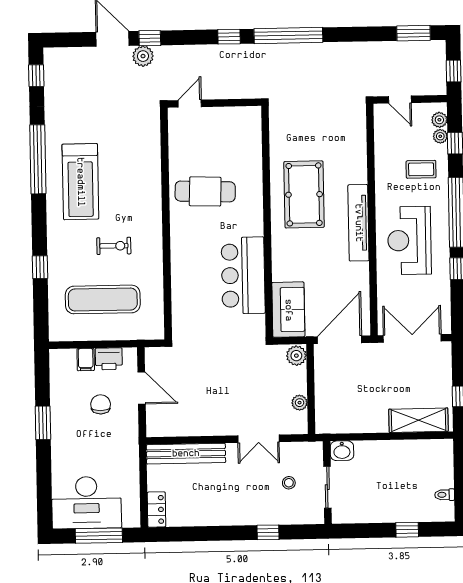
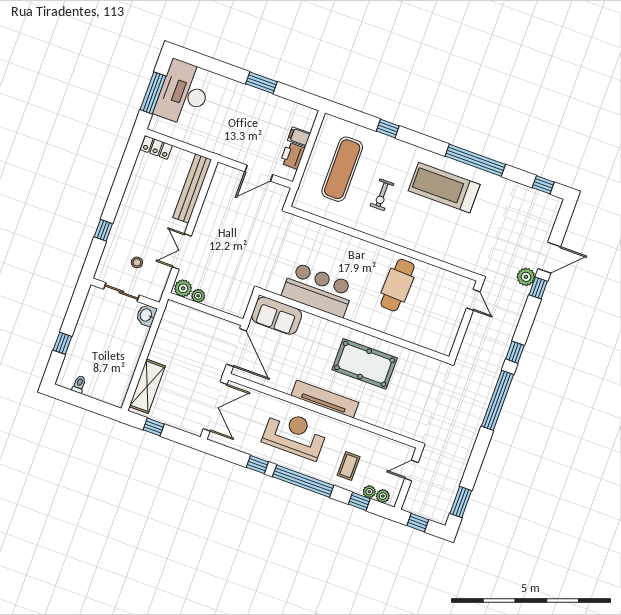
plant: (296, 356) -> (183, 288), moved
chair: (101, 404) -> (258, 135), removed

